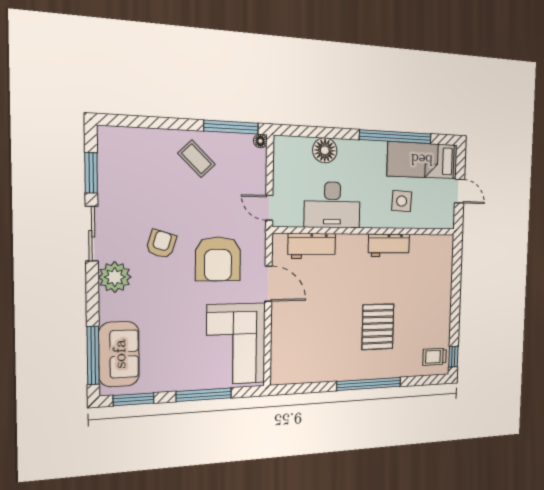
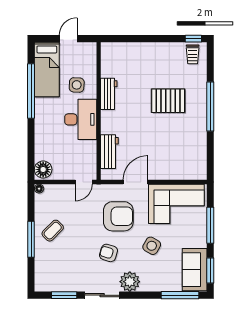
window: (231, 127) -> (31, 239), moved
floor lamp: (325, 150) -> (43, 170), moved
desk: (332, 205) -> (81, 119), moved
side table: (173, 310) -> (152, 246), added
sofa: (119, 354) -> (195, 270), moved, turned -90

